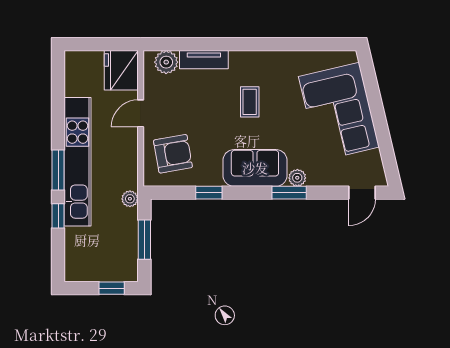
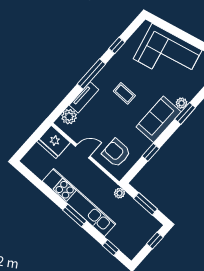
window: (238, 44) -> (91, 74), added
window: (297, 44) -> (117, 45), added
door: (141, 113) -> (83, 151), swing flipped
armchair: (173, 154) -> (116, 153), turned -80
window: (58, 216) -> (111, 248), moved

